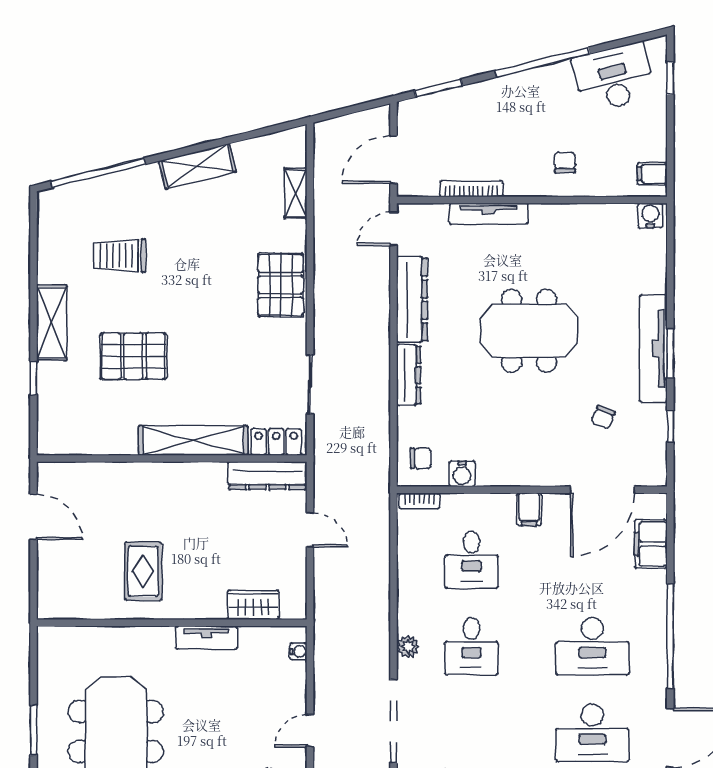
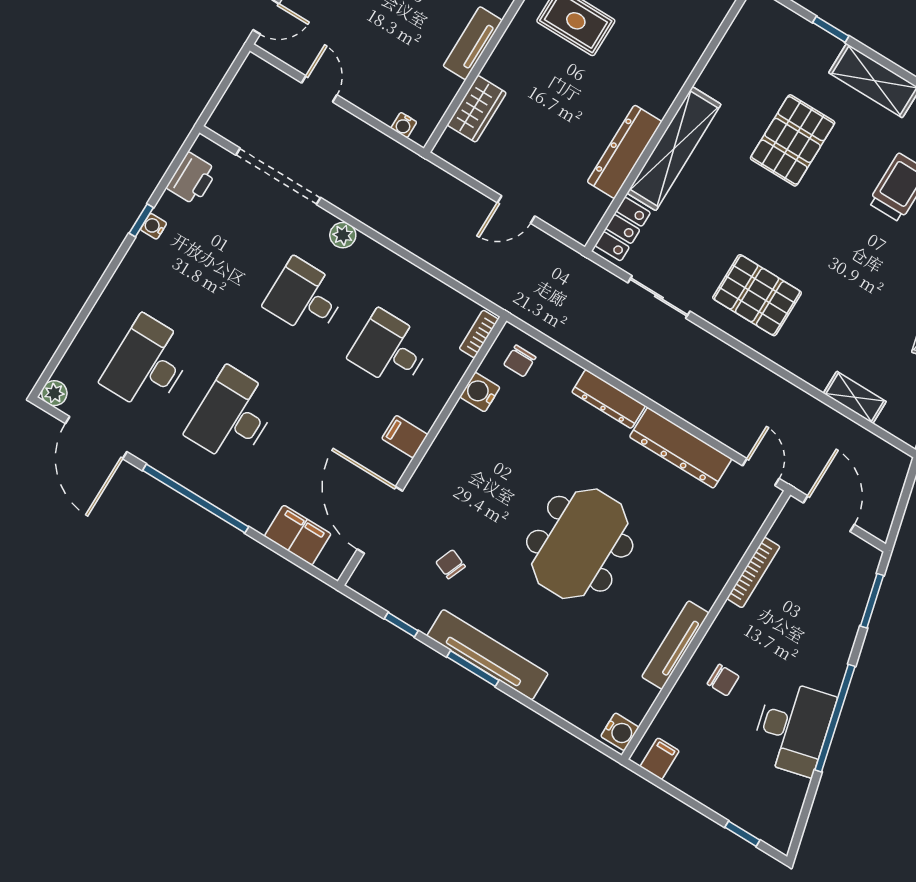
desk: (614, 78) -> (793, 728), moved
tv unit: (489, 214) -> (675, 645), moved
pallet: (281, 285) -> (757, 295), moved
dresser: (267, 476) -> (625, 152), moved

